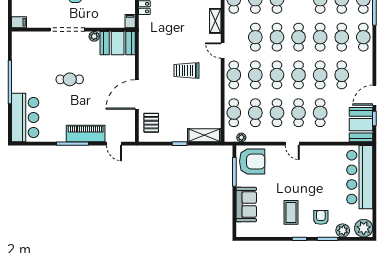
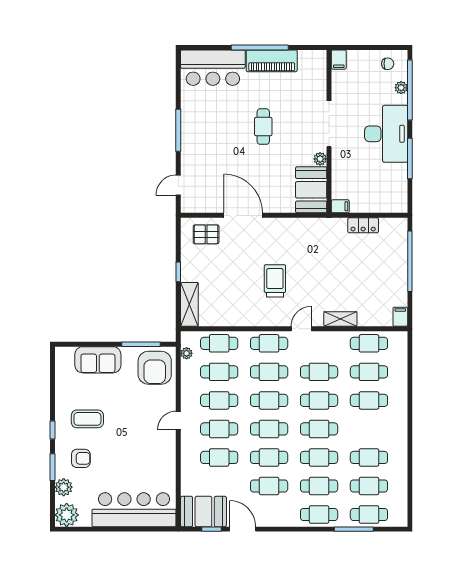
piano: (86, 134) -> (272, 61), moved, turned 90

